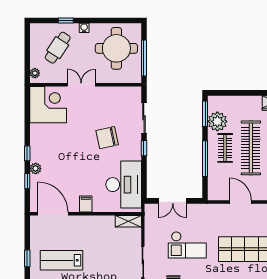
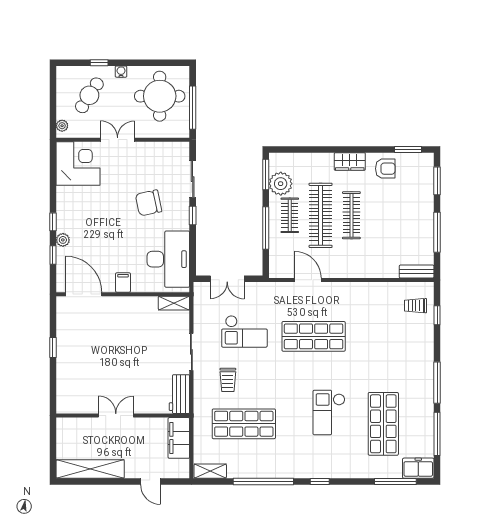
lab bench: (62, 260) -> (94, 350), removed

